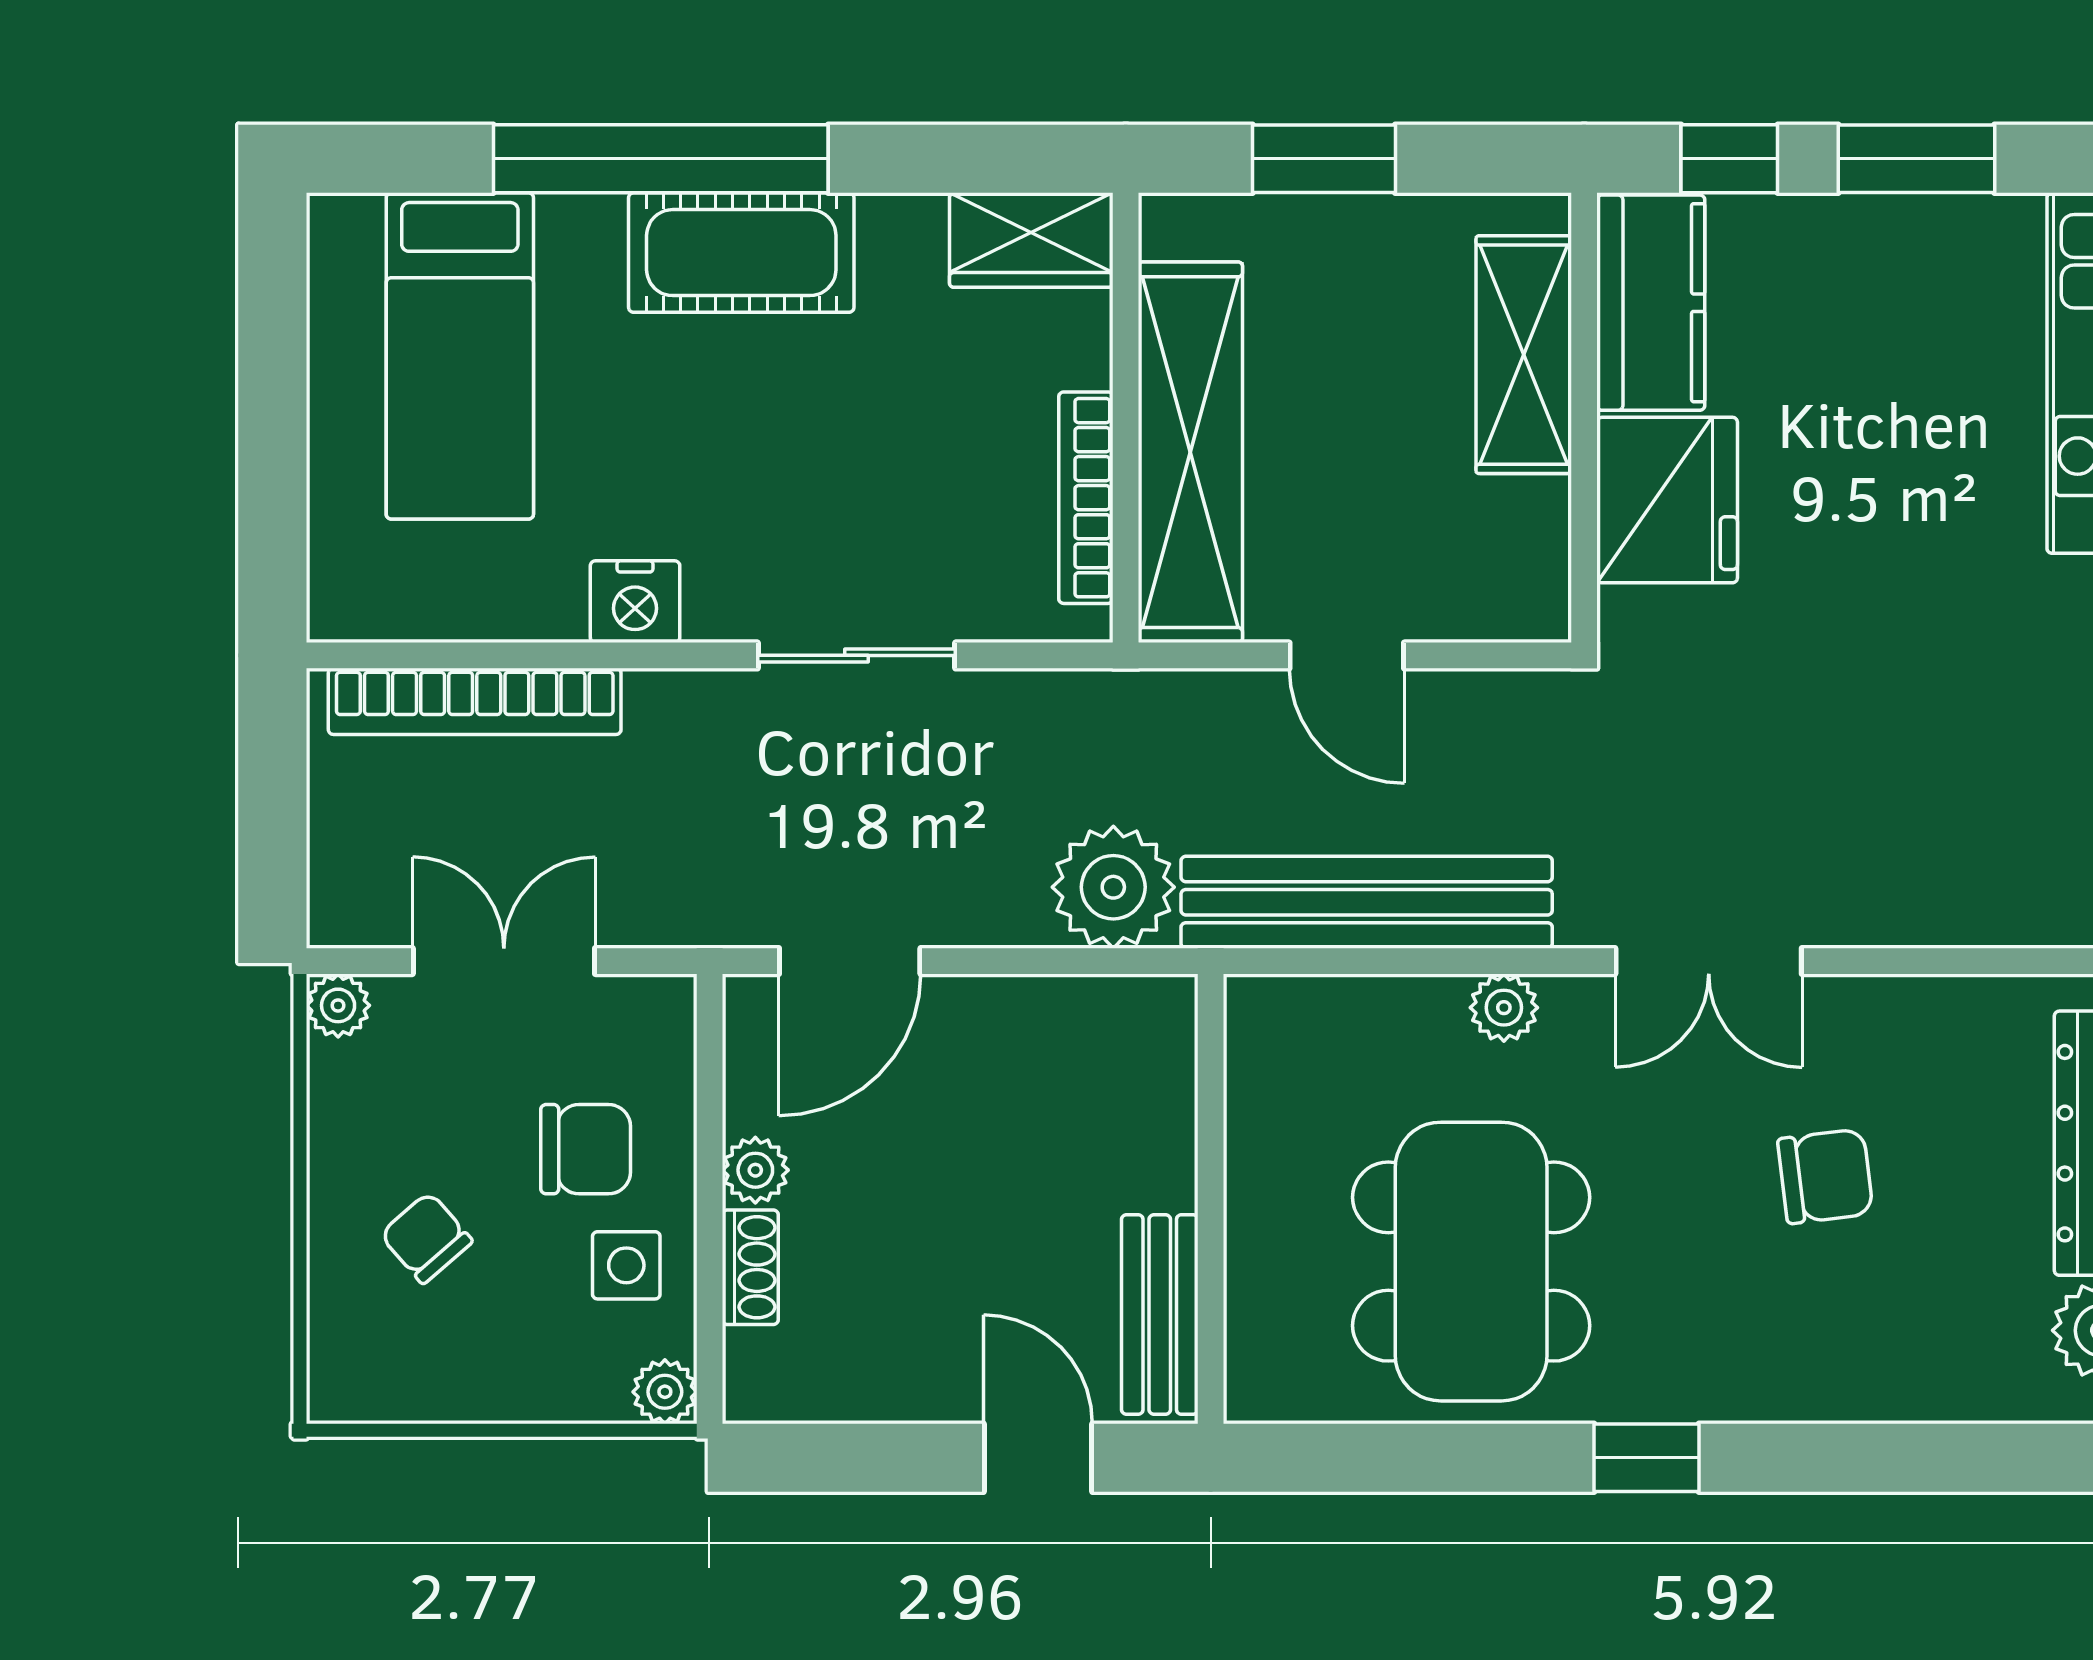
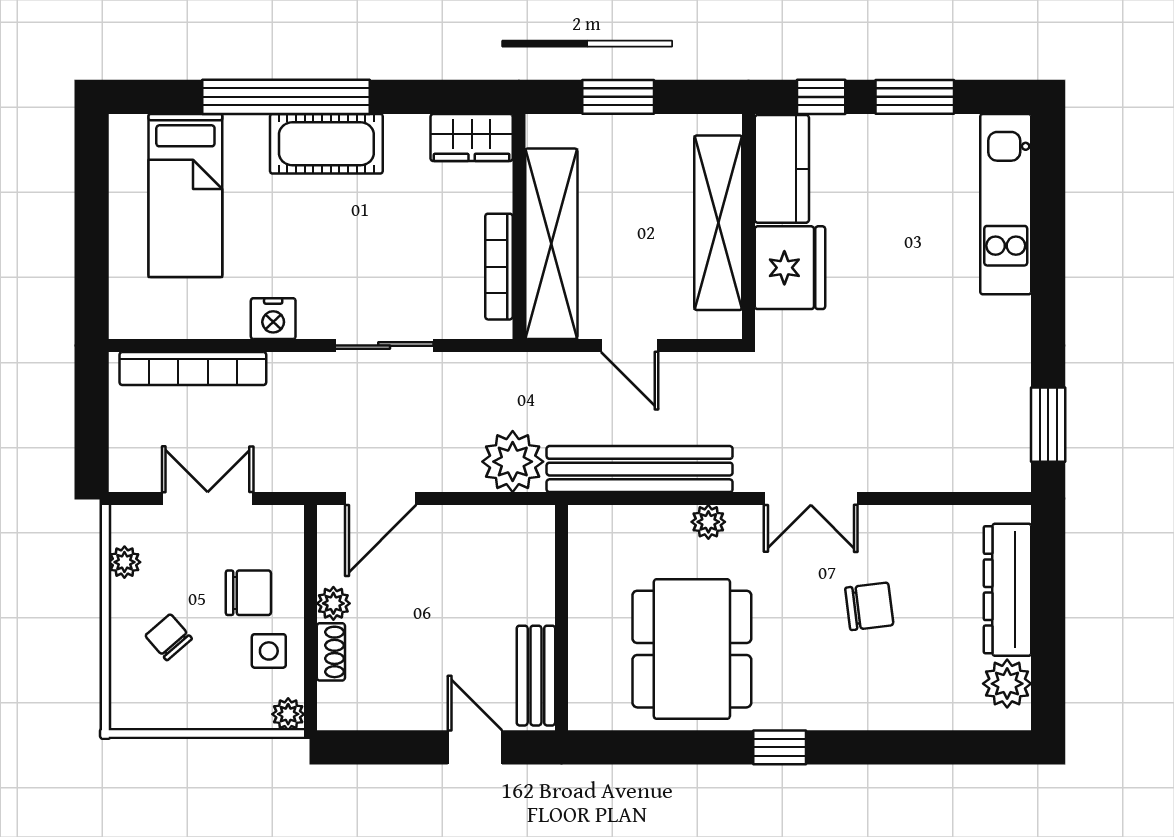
shelving: (1524, 355) -> (718, 223), width x1.47
plant: (338, 1005) -> (124, 562), moved

